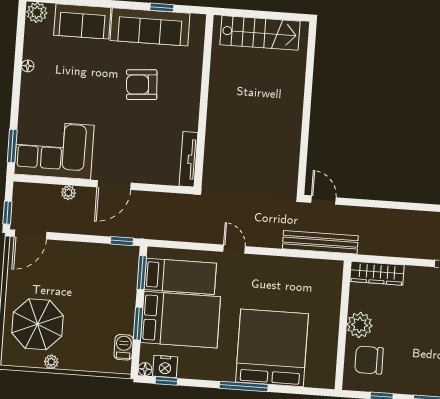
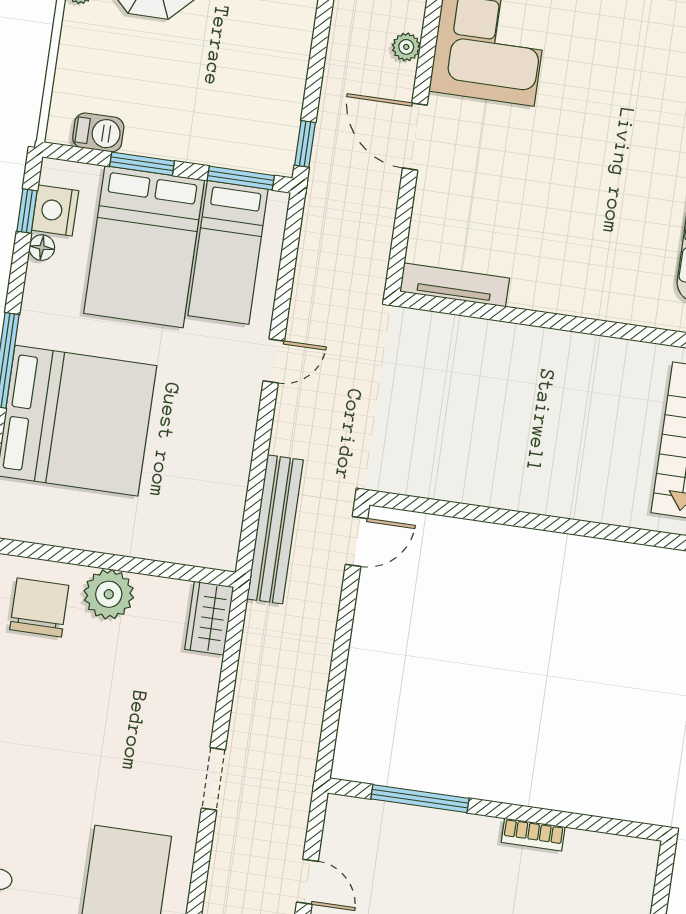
armchair: (142, 85) -> (606, 204), removed
wardrobe: (377, 273) -> (209, 618), width x0.67
floor lamp: (145, 369) -> (42, 248), moved

